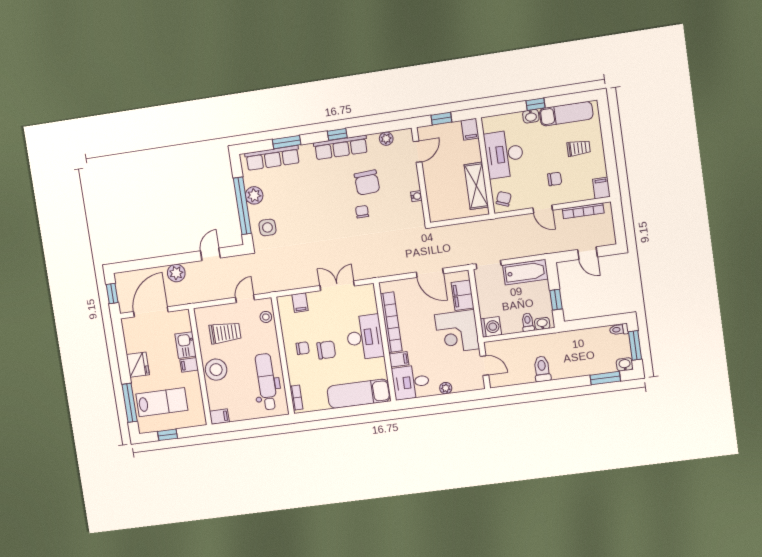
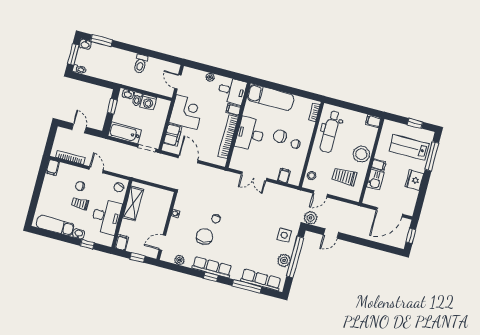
window: (536, 104) -> (87, 244), moved
window: (287, 142) -> (247, 286), width x1.44
trolley: (579, 148) -> (80, 204), moved
plant: (176, 273) -> (311, 218), moved
washing machine: (491, 327) -> (148, 102), moved, turned -90

